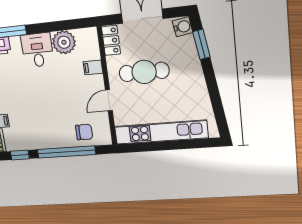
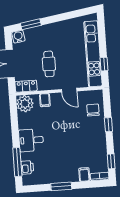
plant: (64, 42) -> (25, 104), moved
cafe table: (144, 72) -> (49, 64), width x0.73, depth x0.74
window: (147, 147) -> (104, 64), added
window: (66, 152) -> (108, 125), width x0.32

